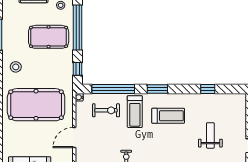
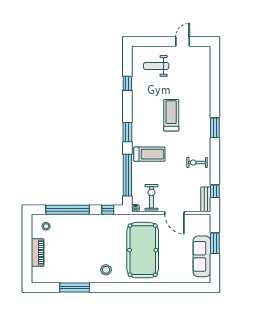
pool table: (49, 37) -> (77, 238), removed
exercise bike: (106, 110) -> (151, 197), moved
treadmill: (168, 116) -> (171, 115), moved
weight bench: (210, 135) -> (156, 66), moved

